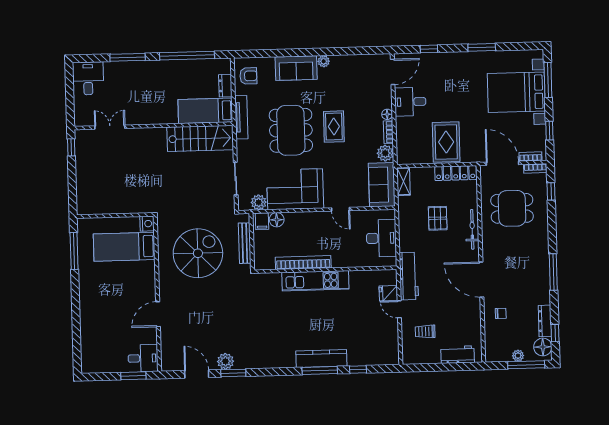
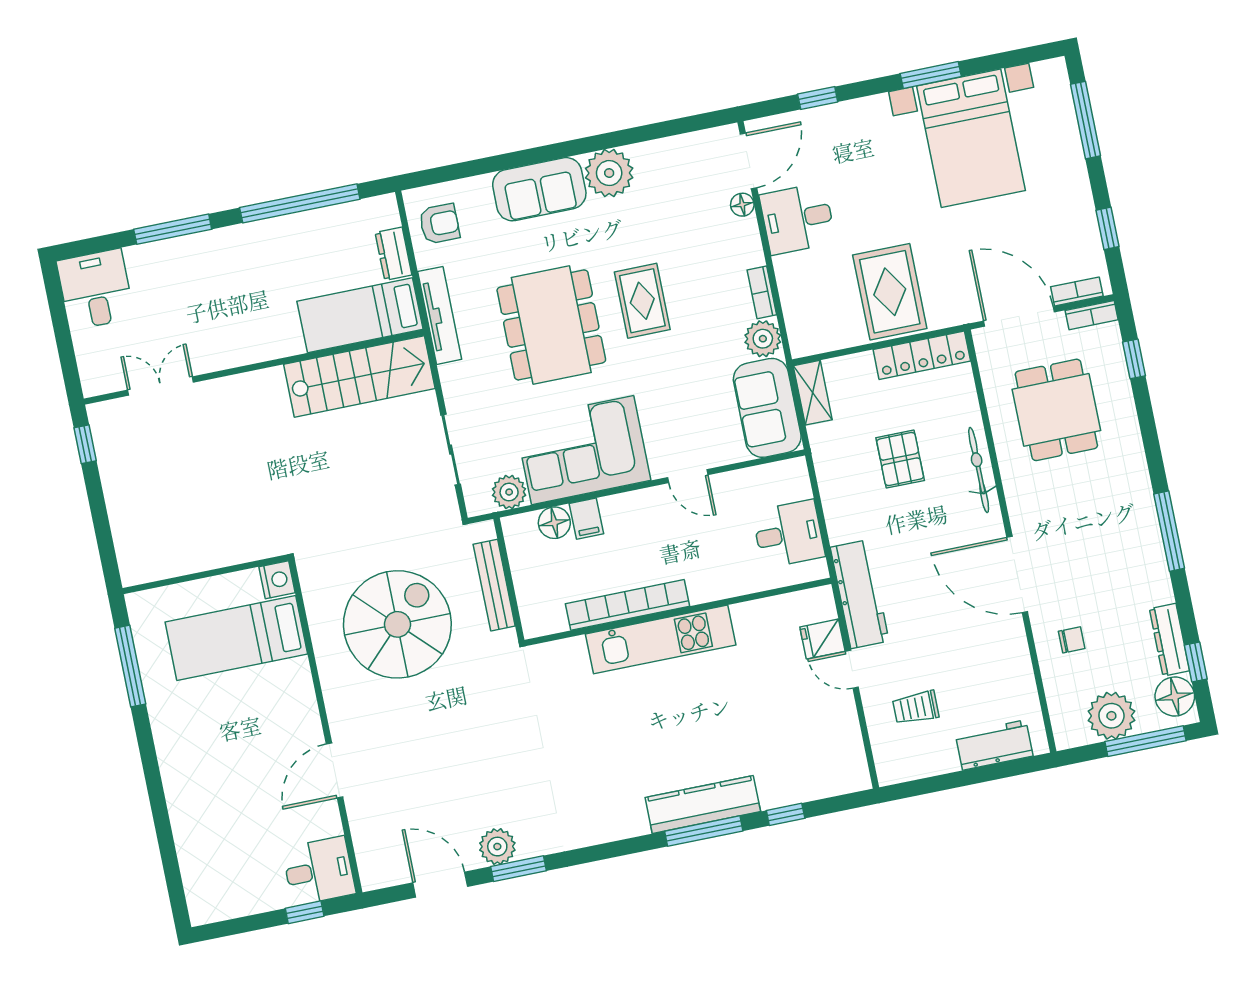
plant: (324, 61) -> (609, 173), width x1.87, depth x1.87
bed with nightstands: (516, 92) -> (971, 138), moved, turned -90
floor lamp: (387, 114) -> (742, 205), moved
dining table: (512, 208) -> (1056, 410), turned 90
filing cabinet: (262, 221) -> (586, 519), moved
desk: (381, 238) -> (789, 534), width x0.73
plant: (518, 356) -> (1111, 716), width x1.88, depth x1.88
window: (133, 376) -> (305, 912), width x0.67

